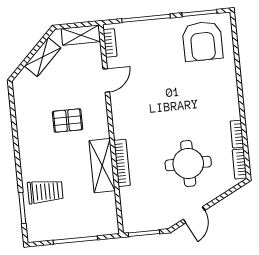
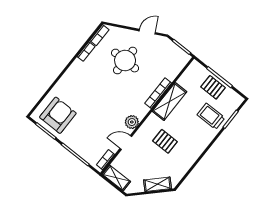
shelving: (43, 57) -> (158, 184), moved
plant: (120, 107) -> (132, 122), added
pallet: (72, 223) -> (213, 87), added

